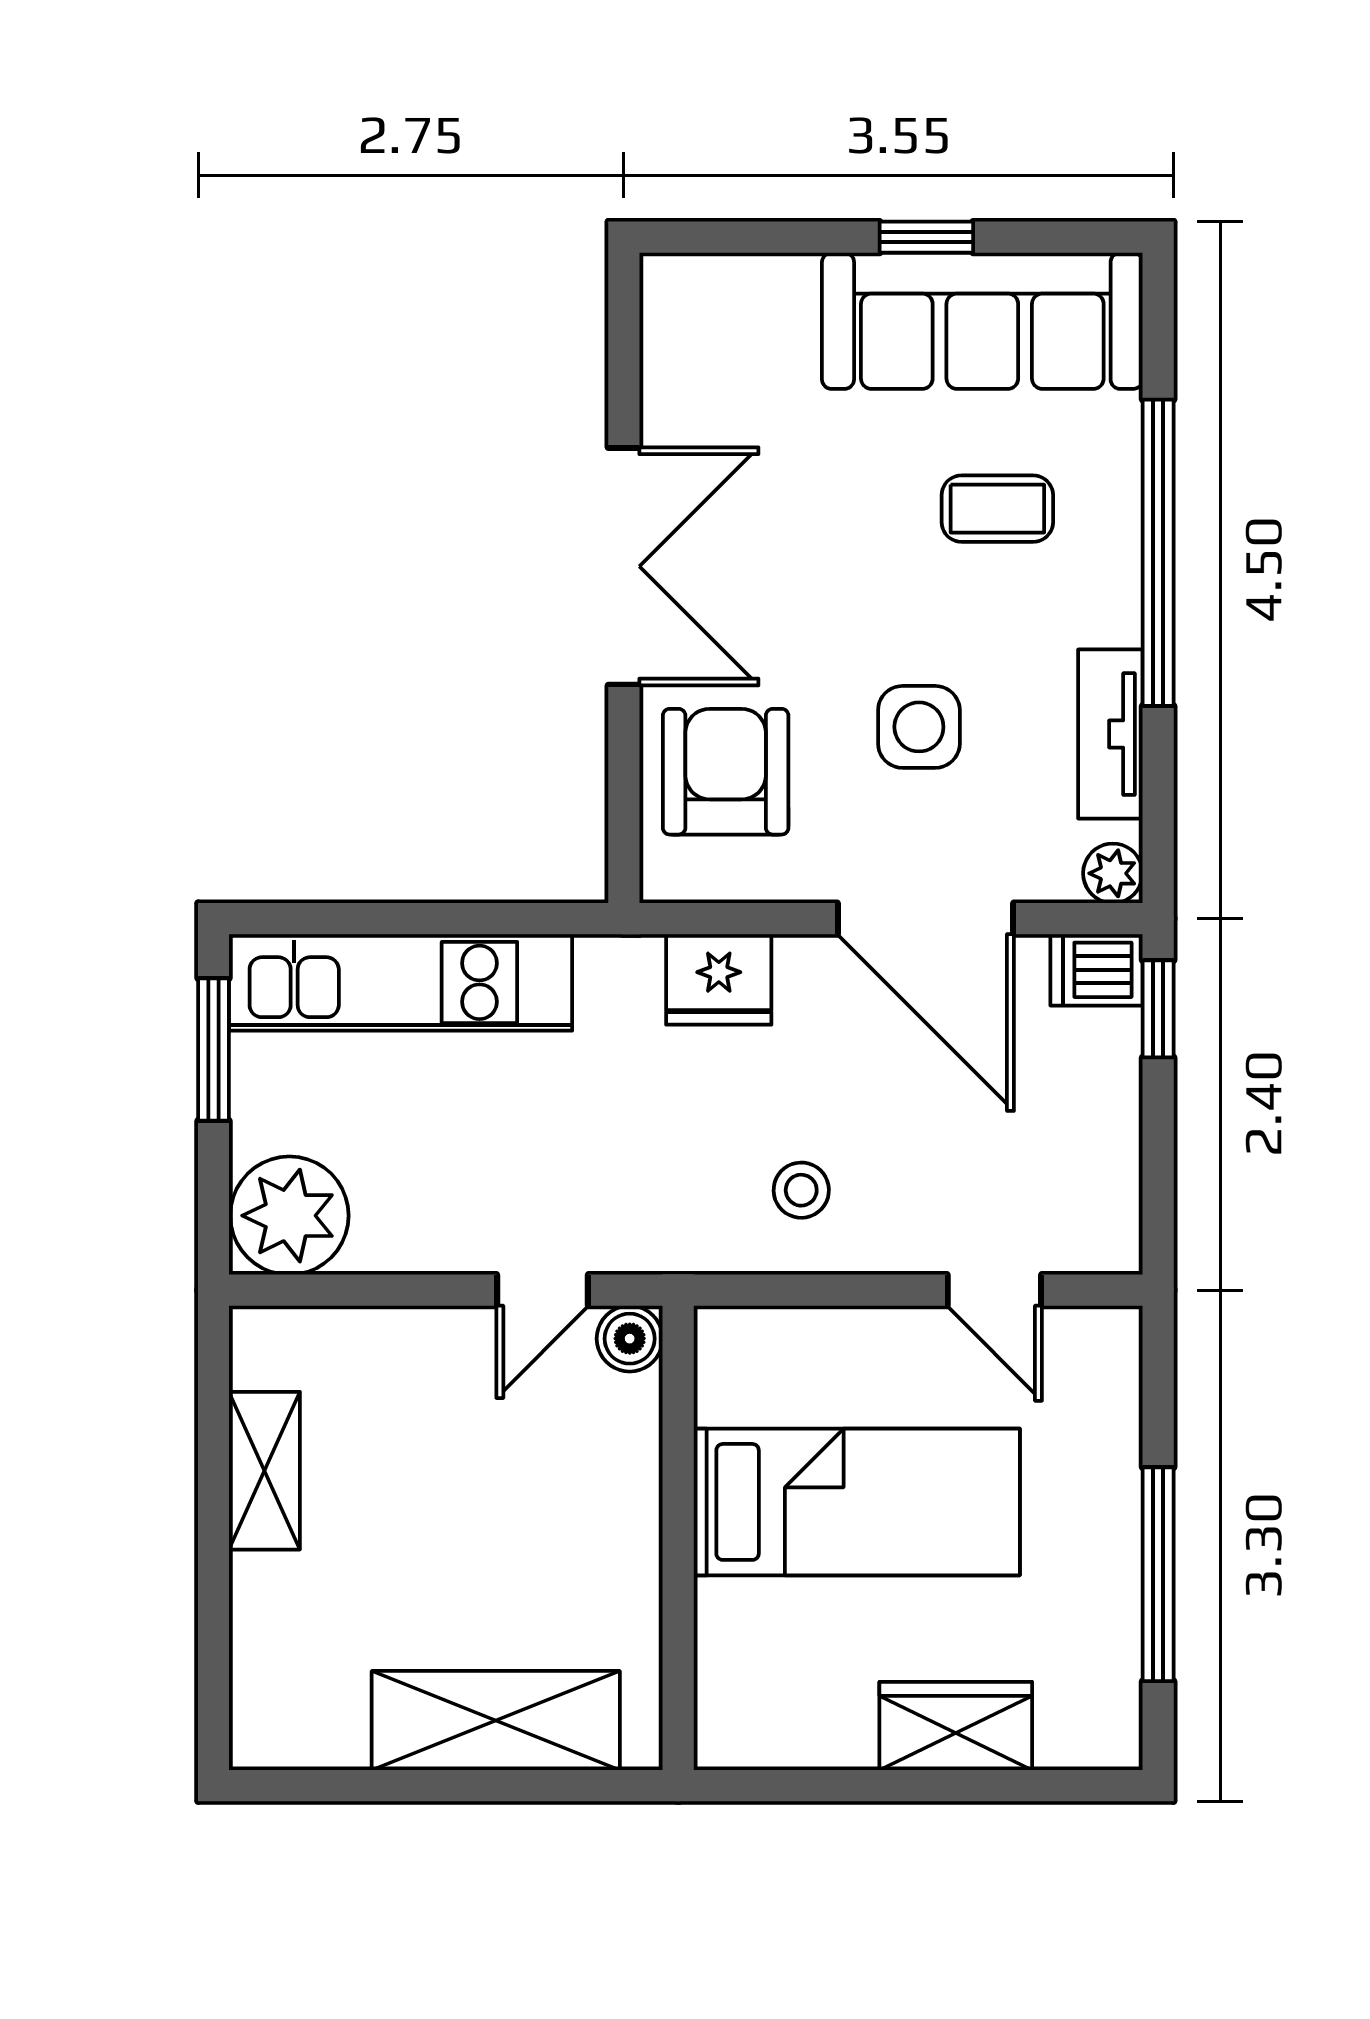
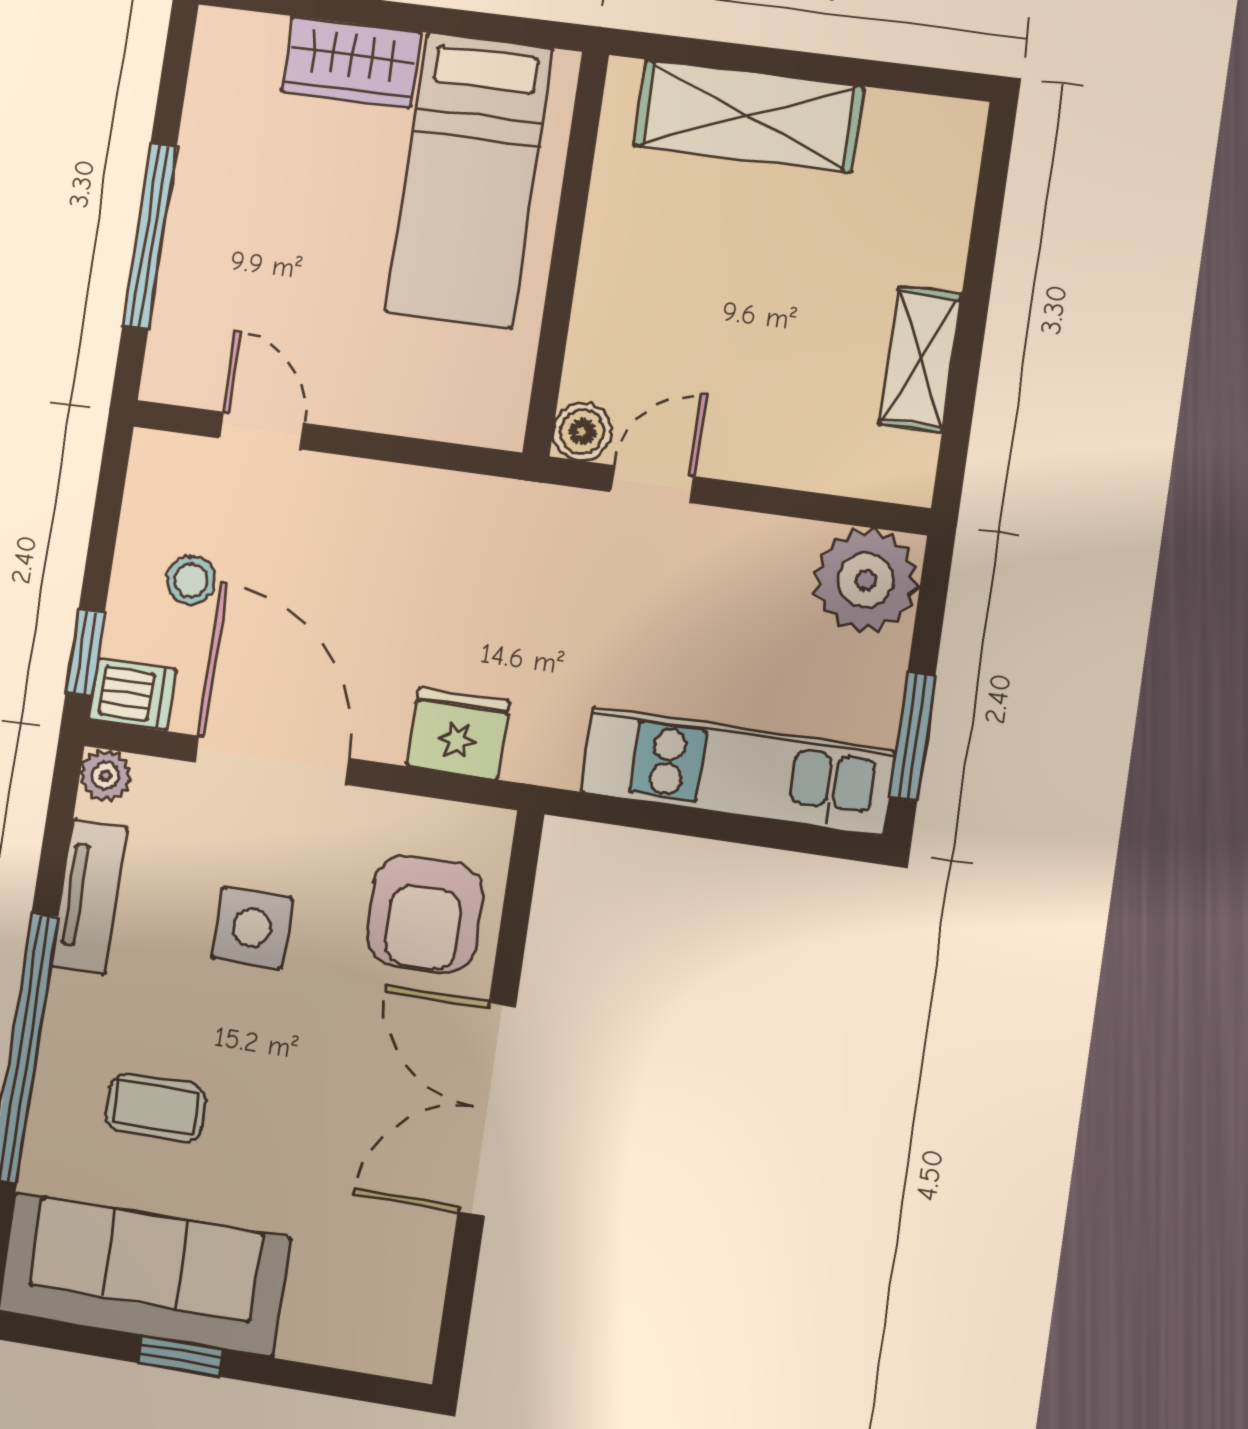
stool: (801, 1190) -> (191, 580), moved
bed: (857, 1502) -> (469, 180), moved, turned -90
window: (1158, 1574) -> (149, 237), moved

